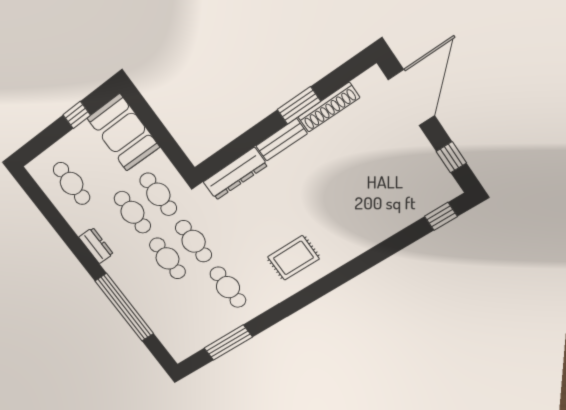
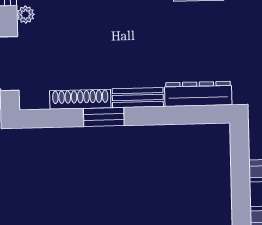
plant: (423, 149) -> (26, 15), added

